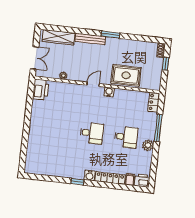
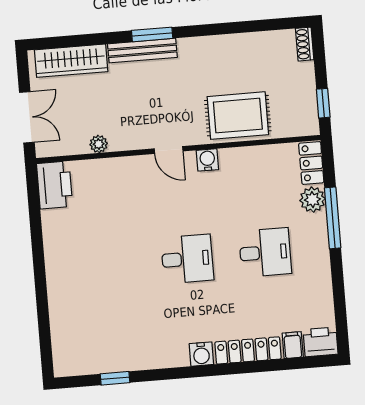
window: (111, 35) -> (152, 34), moved
window: (166, 64) -> (323, 103), moved
door: (93, 84) -> (169, 150), swing flipped
plant: (148, 145) -> (312, 200), moved
window: (77, 182) -> (115, 378), moved

